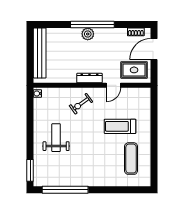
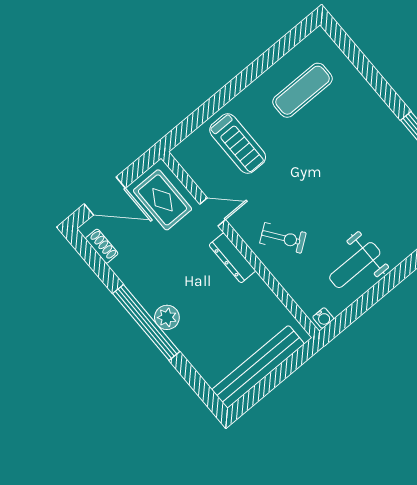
treadmill: (120, 126) -> (238, 144), moved
weight bench: (56, 138) -> (355, 265), moved

